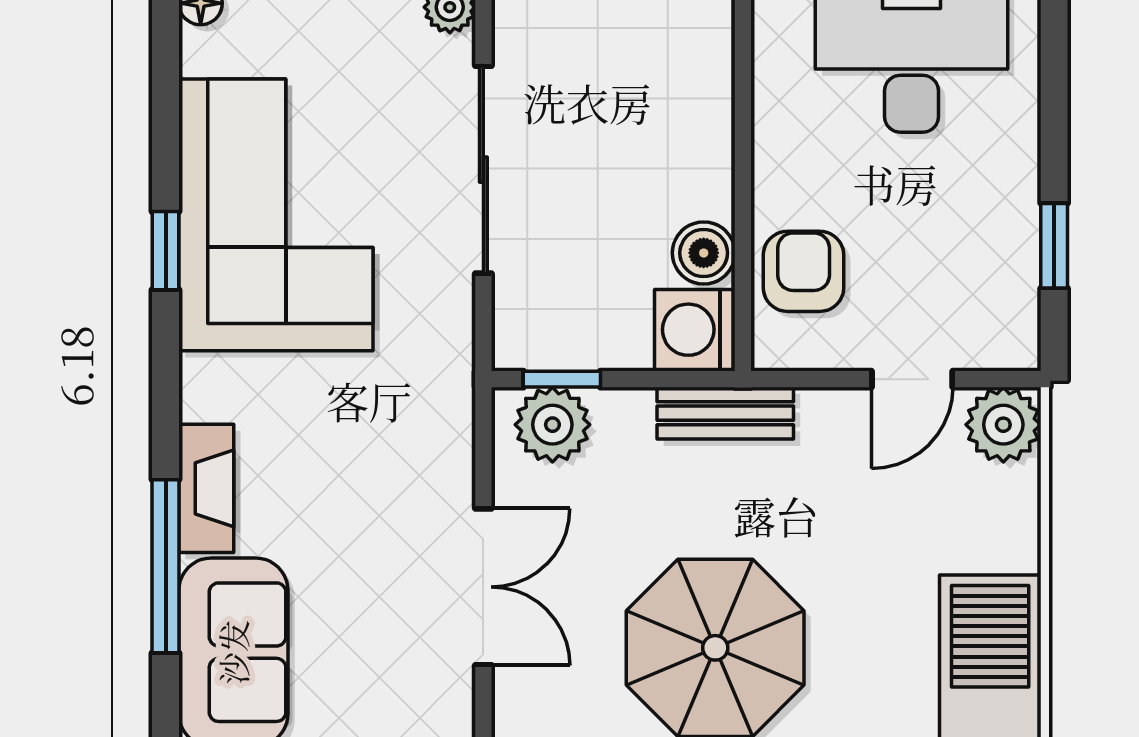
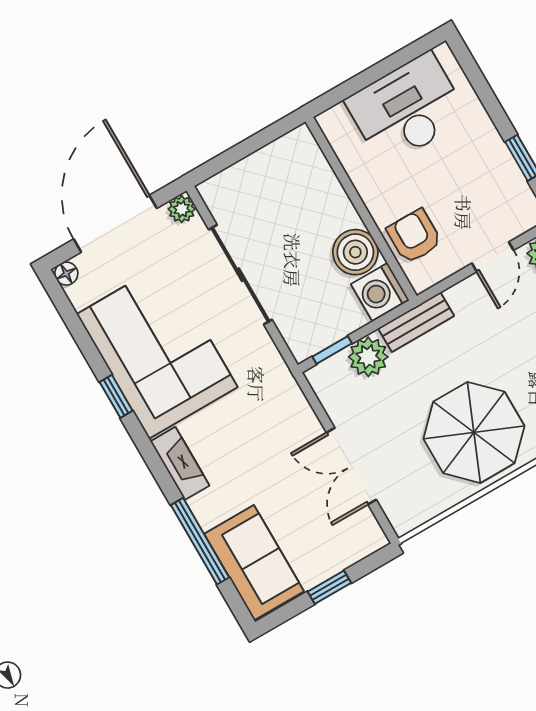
boiler: (704, 253) -> (355, 252), width x1.36, depth x1.36
plant: (552, 425) -> (368, 357), moved
fireplace: (206, 488) -> (180, 463), moved
double door: (483, 587) -> (351, 466), swing flipped

